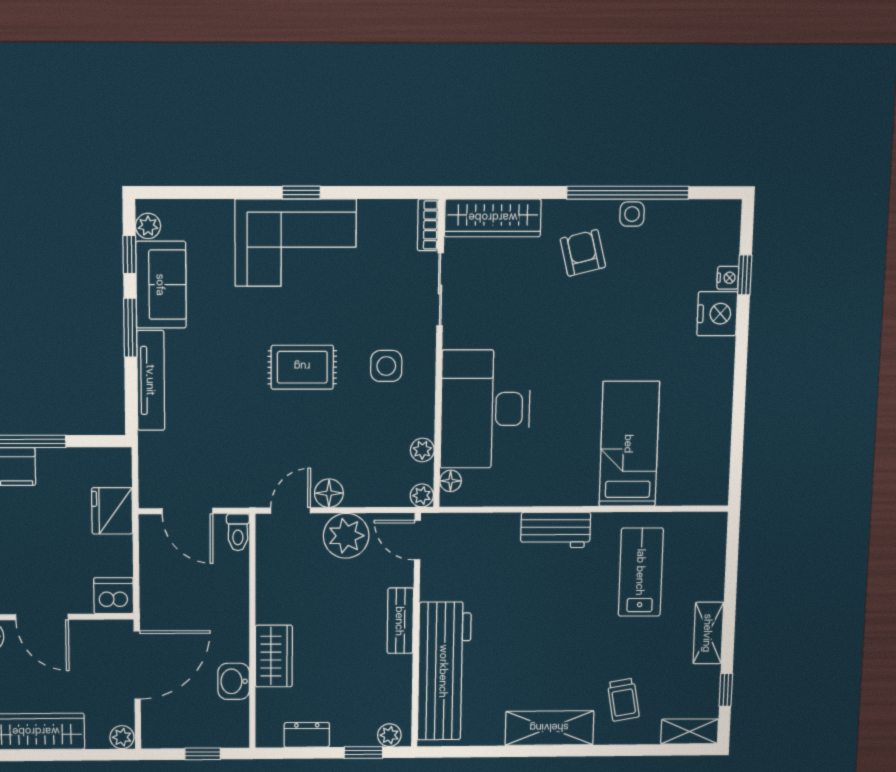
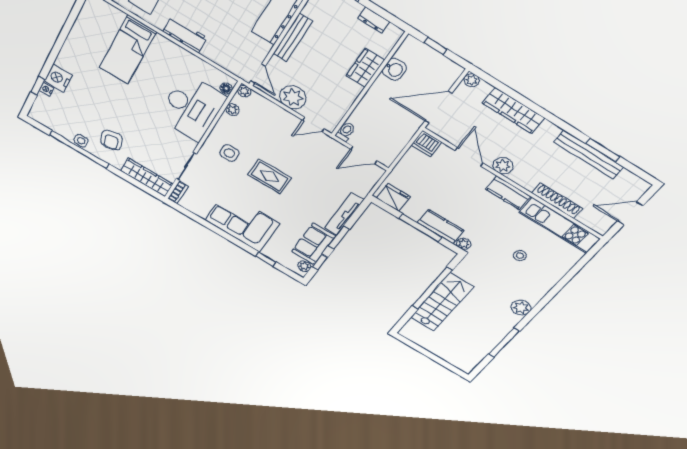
window: (301, 192) -> (266, 259), moved
floor lamp: (329, 493) -> (290, 120), removed
fridge: (112, 511) -> (393, 197), moved, turned -90
door: (188, 511) -> (364, 155), swing flipped
bench: (400, 621) -> (293, 38), width x1.36

